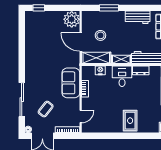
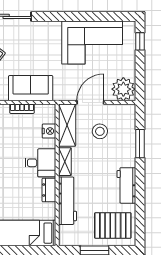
corner sofa: (40, 41) -> (92, 43), added

